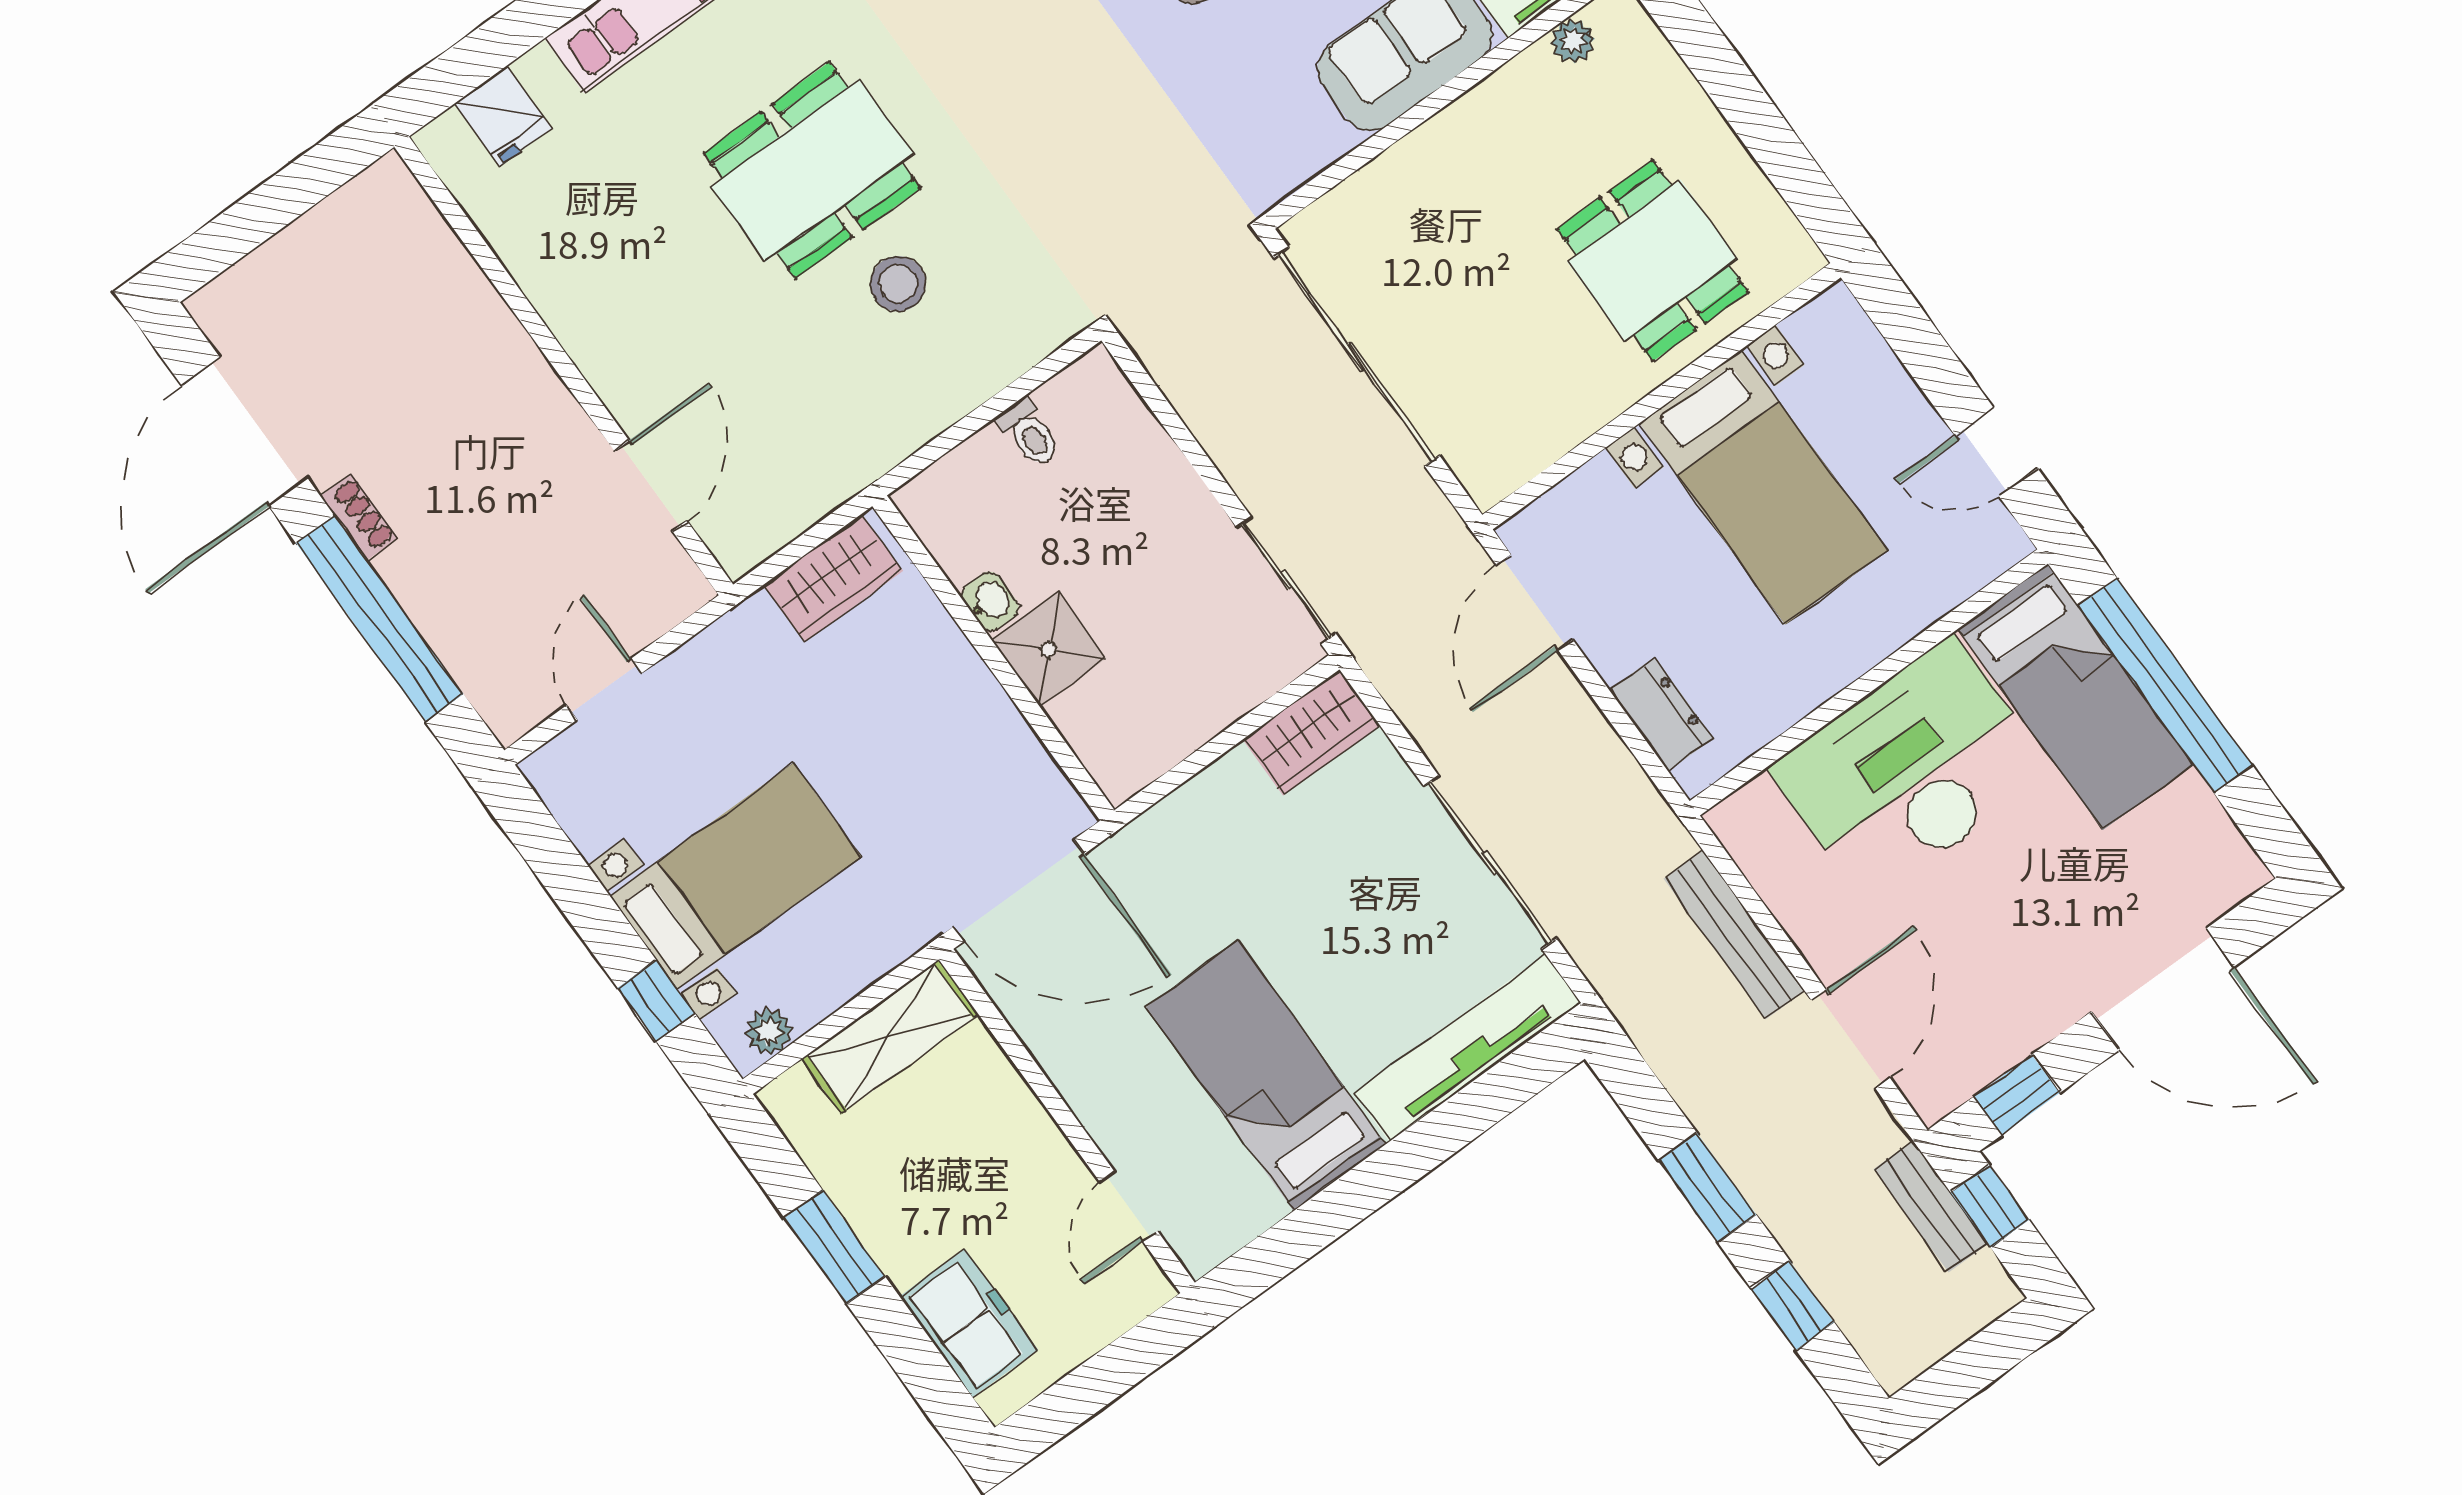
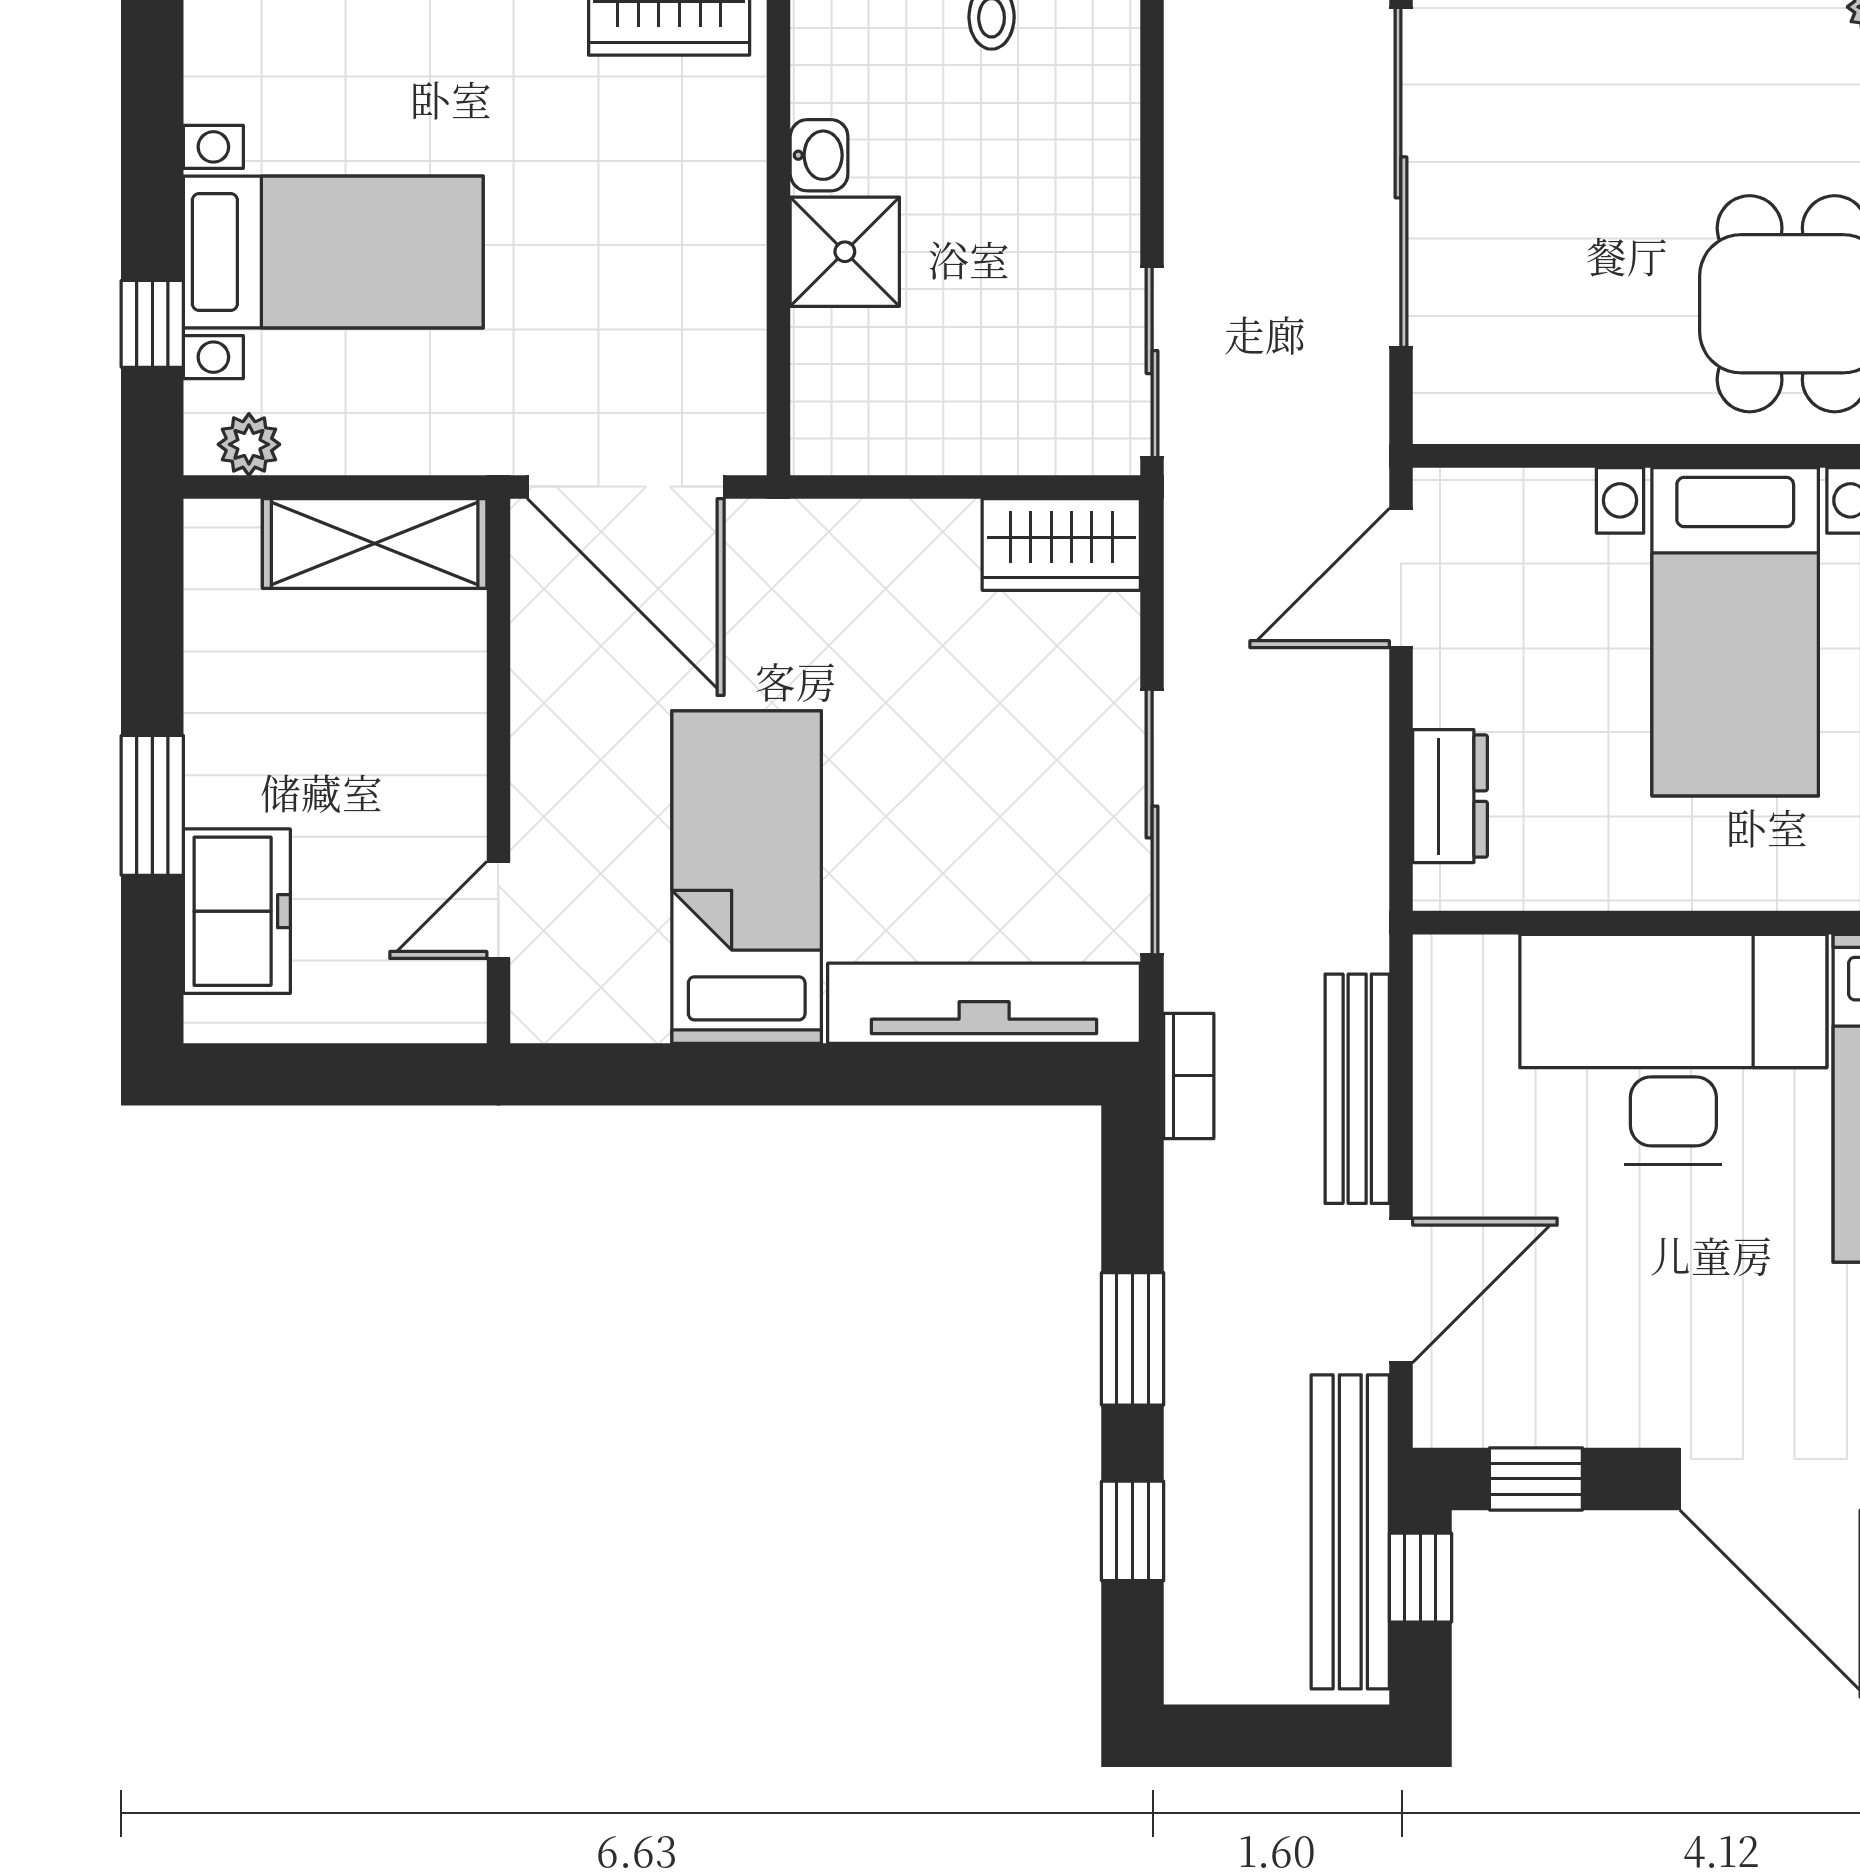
bookcase: (1625, 1002) -> (1189, 1076), added
bench: (1931, 1206) -> (1350, 1532), width x1.86, depth x1.21
window: (835, 1247) -> (152, 805), moved

